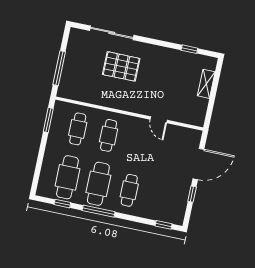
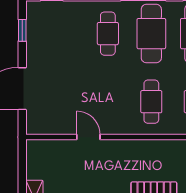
window: (192, 194) -> (22, 30), moved

